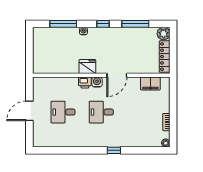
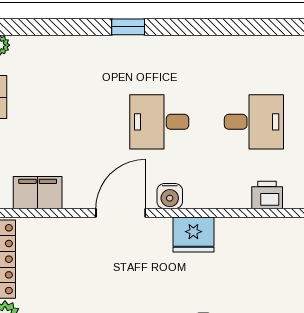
printer: (85, 83) -> (267, 195), moved
desk: (101, 112) -> (159, 122), turned 180

